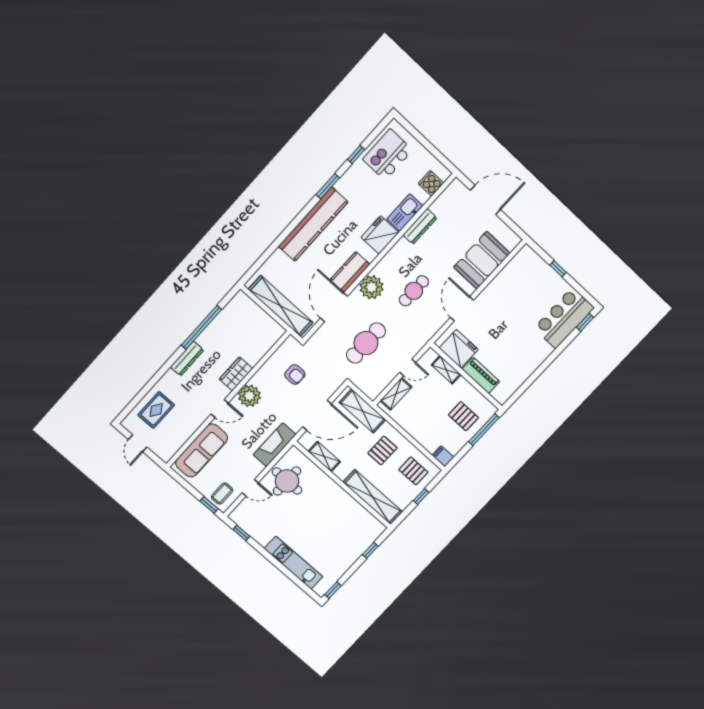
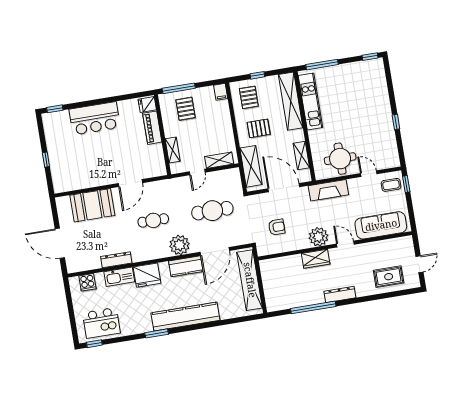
window: (356, 155) -> (94, 344), moved
bar counter: (564, 318) -> (95, 118), moved
fridge: (459, 349) -> (147, 104), moved, width x0.53, depth x0.75
door: (408, 367) -> (197, 172), swing flipped
armchair: (295, 374) -> (277, 227), turned 90
window: (241, 533) -> (396, 122), moved
window: (370, 550) -> (322, 65), width x2.17
kitchen unit: (294, 563) -> (310, 102), moved, turned 180

